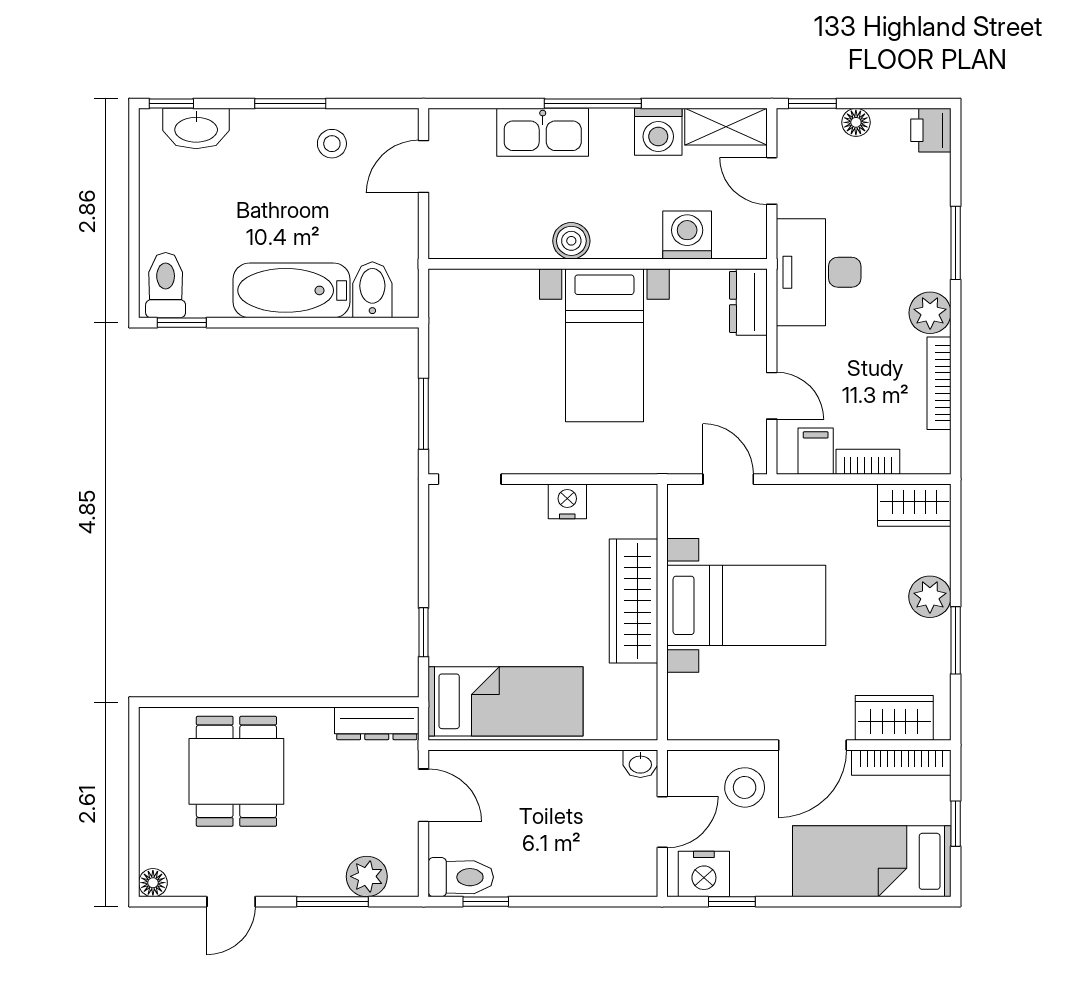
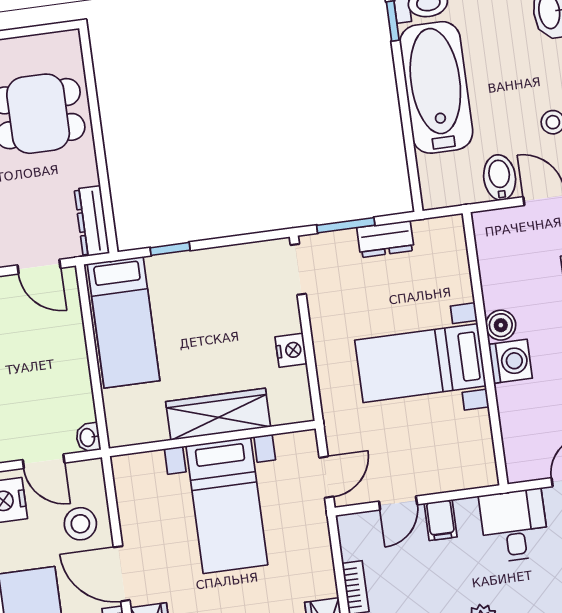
washing machine: (687, 235) -> (510, 361), moved
desk: (819, 272) -> (514, 526), width x0.73
bathtub: (291, 290) -> (436, 87), width x1.36, depth x1.36
bidet: (372, 290) -> (500, 177), moved, turned -90
dresser: (748, 302) -> (385, 239), moved, turned 180
filing cabinet: (816, 451) -> (441, 520), moved, turned 90
door: (424, 795) -> (39, 267), hinge flipped

